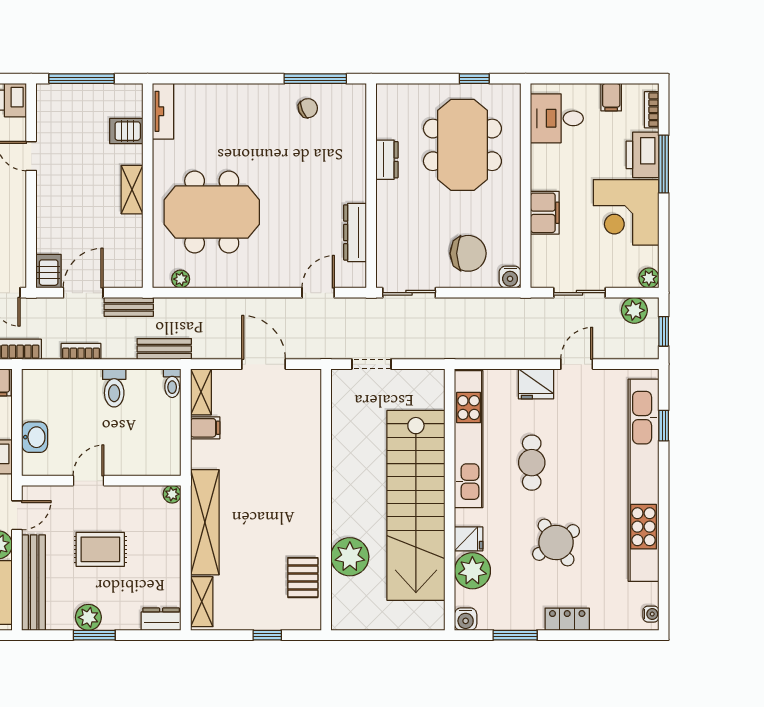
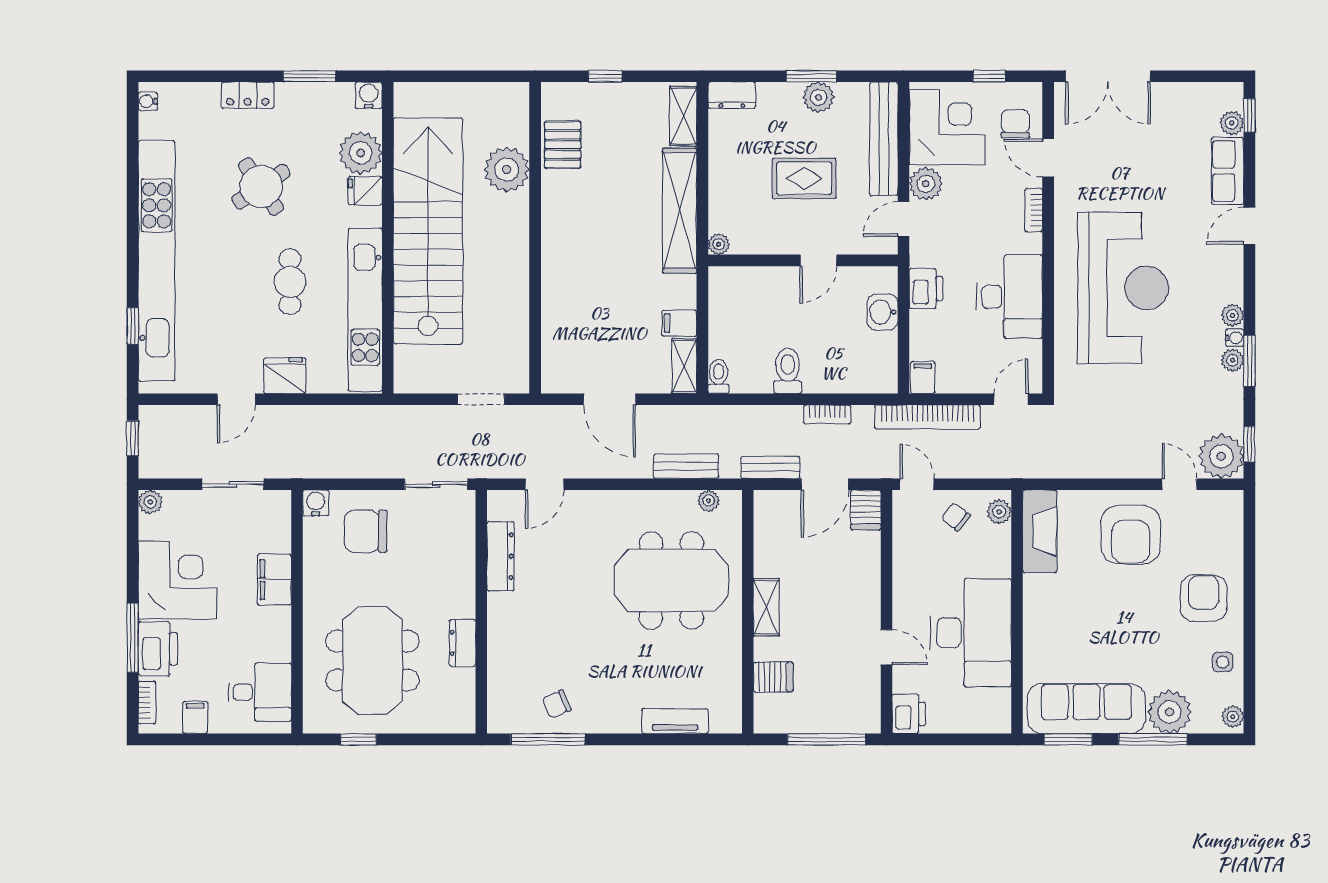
tv unit: (163, 111) -> (675, 721), moved, turned 90
plant: (634, 310) -> (168, 463), removed
bench: (164, 349) -> (686, 466), moved

